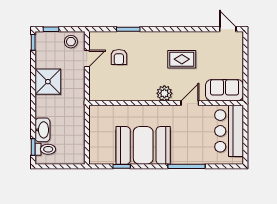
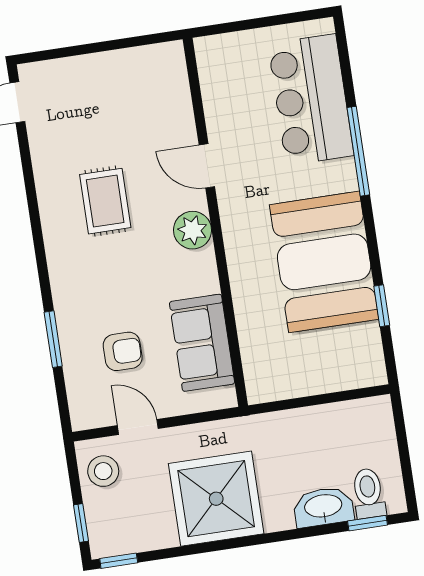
shower: (48, 82) -> (216, 499), width x1.37, depth x1.37
sofa: (225, 90) -> (202, 343), moved
bar counter: (229, 131) -> (311, 100), moved, turned 90

